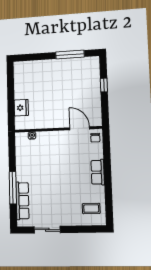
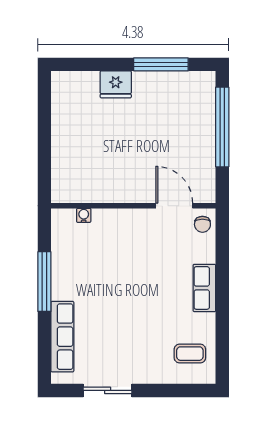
window: (104, 85) -> (222, 127), width x3.17
fridge: (21, 108) -> (116, 84), moved, turned 90
window: (13, 188) -> (44, 282), moved

